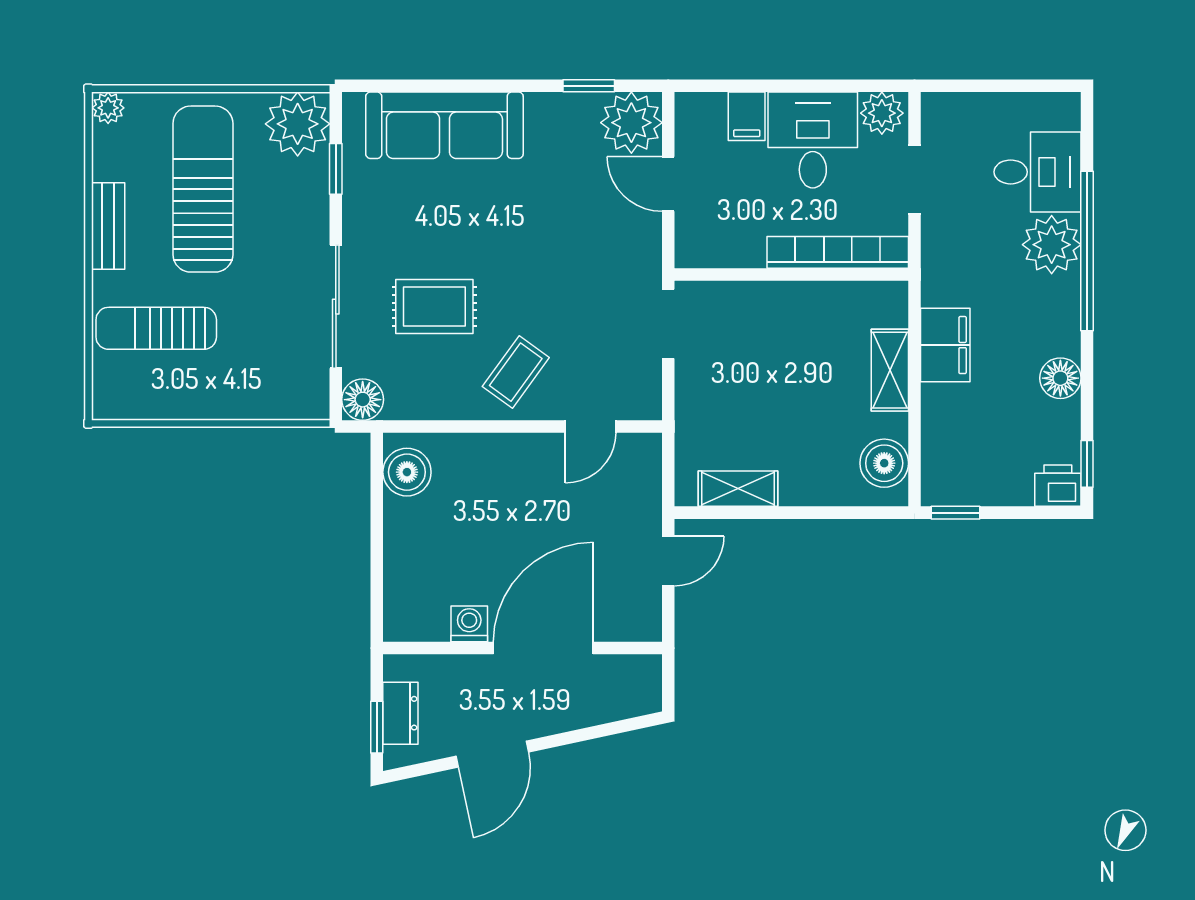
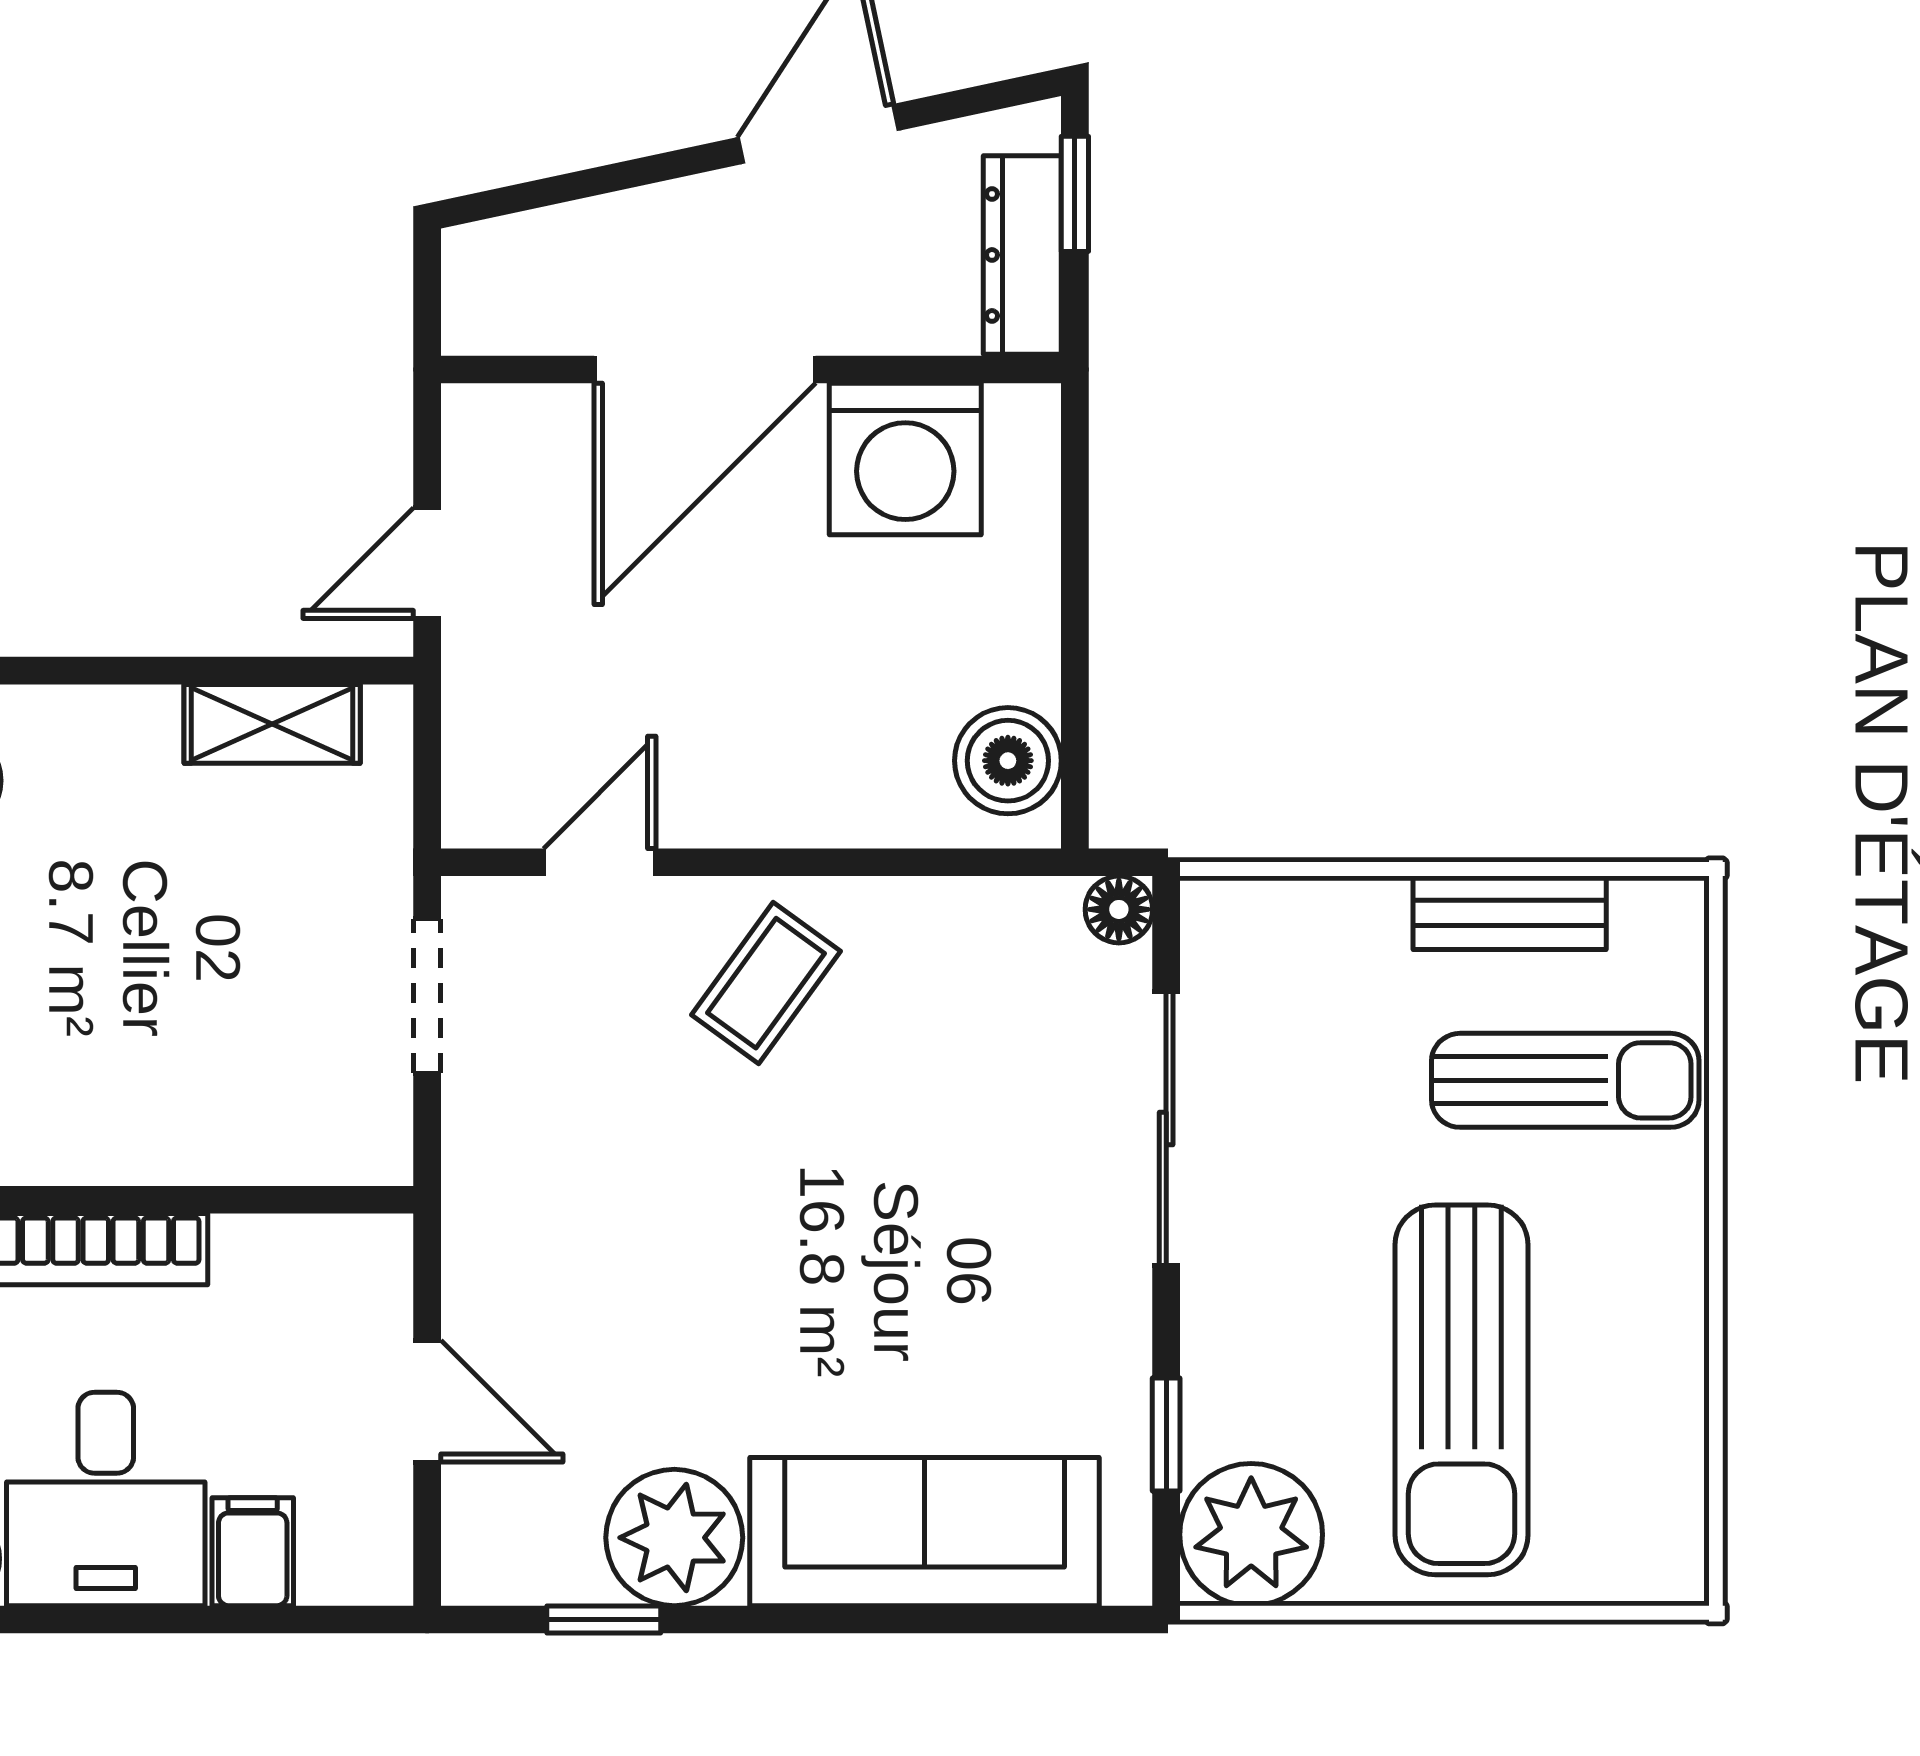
plant: (108, 108) -> (1672, 1570), removed
plant: (631, 123) -> (674, 1538), moved
bench: (108, 226) -> (1510, 913), moved, turned 90
rug: (434, 307) -> (947, 1129), removed
doorway: (668, 324) -> (427, 996), moved
floor lamp: (363, 400) -> (1119, 909), width x0.73, depth x0.73
washing machine: (469, 624) -> (905, 459), width x1.89, depth x1.89
dresser: (400, 713) -> (1022, 255), width x1.44

